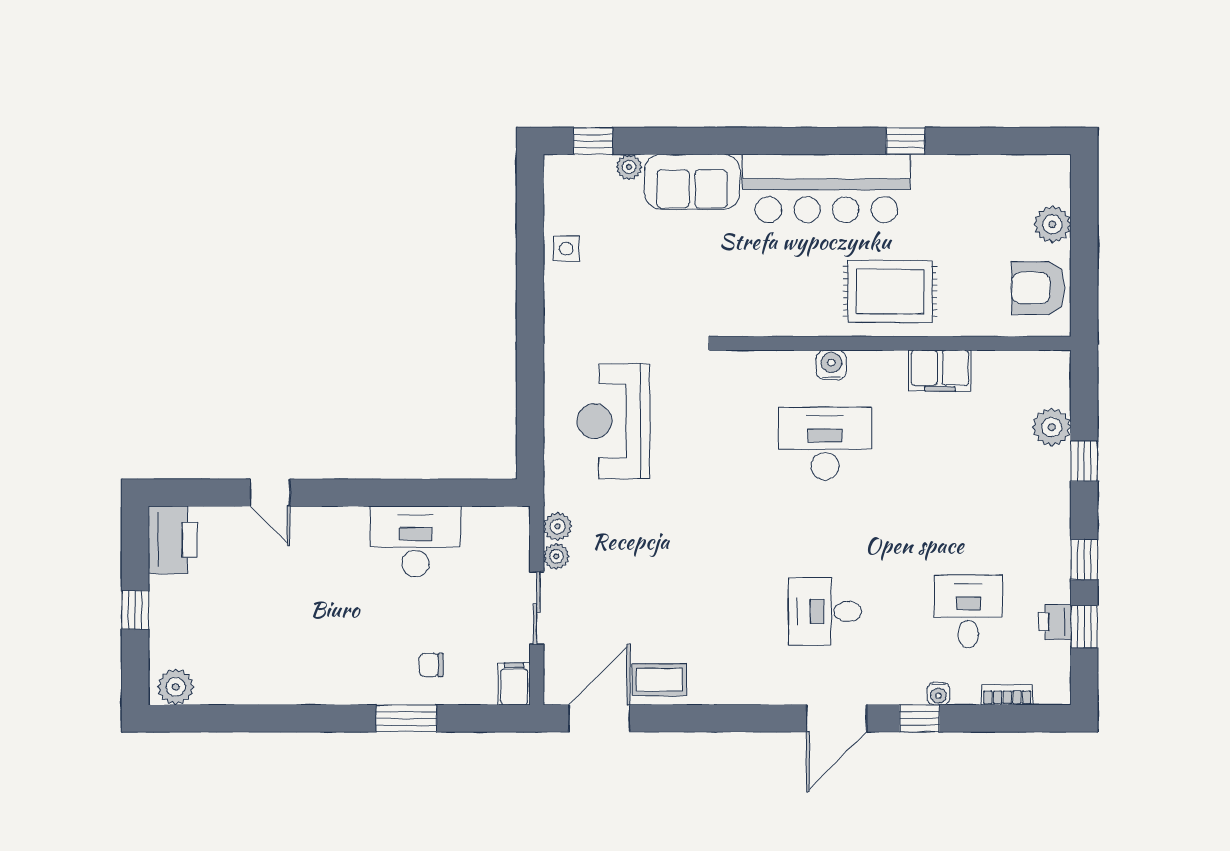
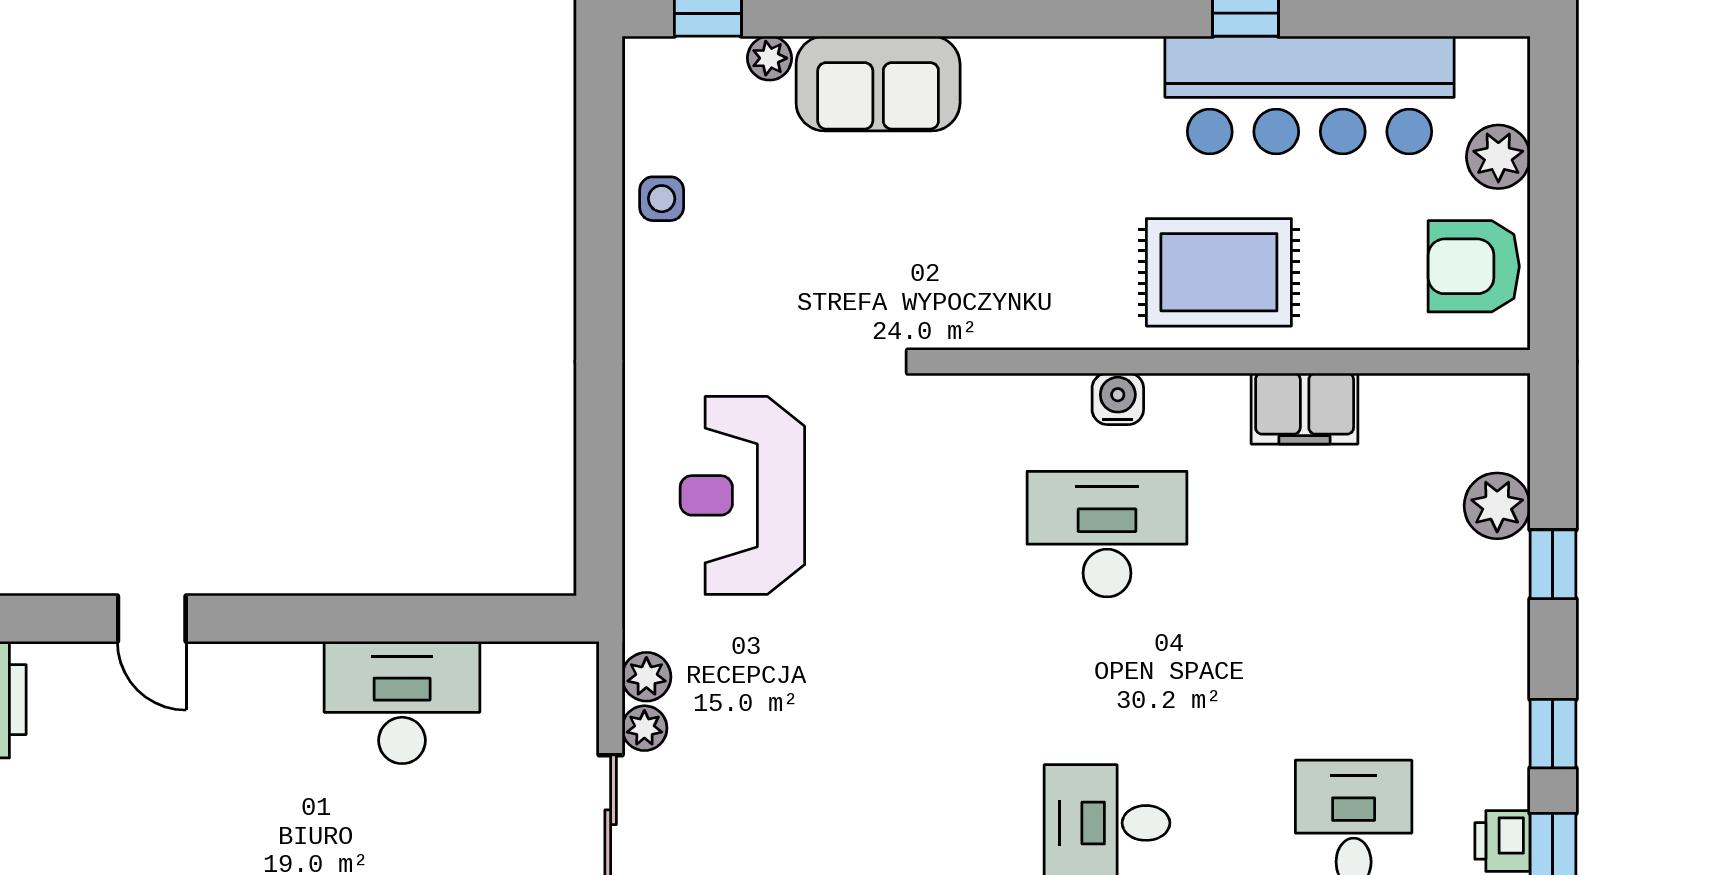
bar counter: (826, 188) -> (1310, 95), moved

